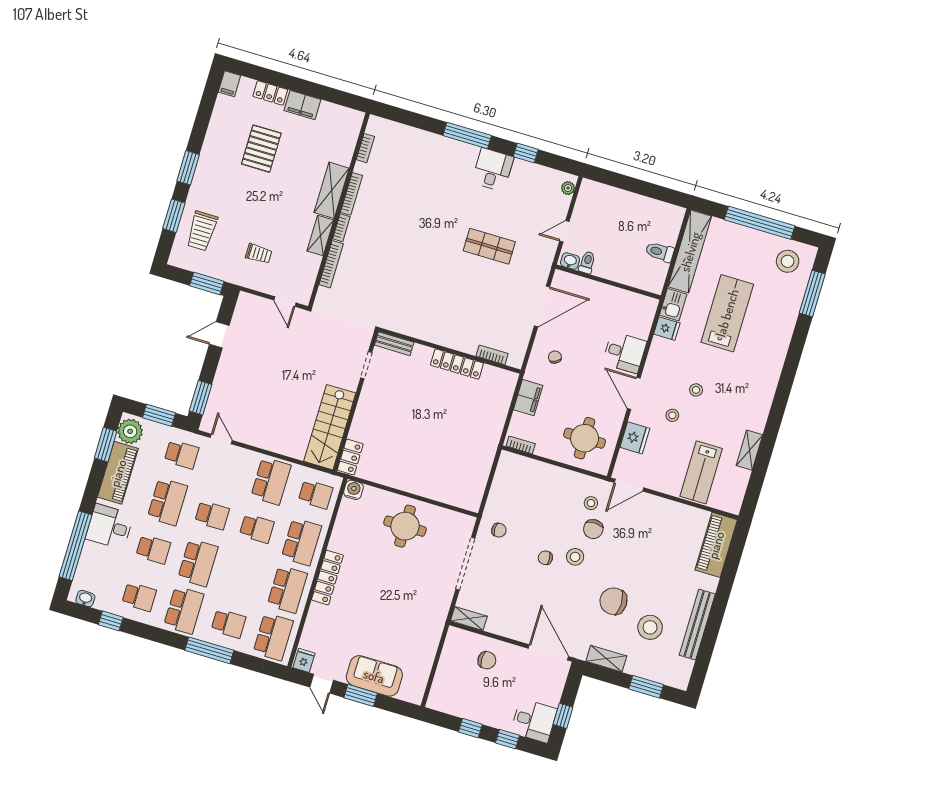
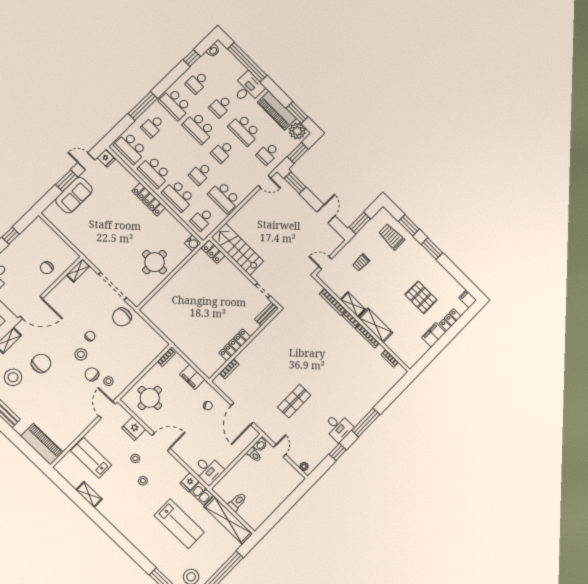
desk: (624, 352) -> (208, 470), moved, turned -90
chair: (499, 530) -> (122, 317), width x1.87, depth x1.87

